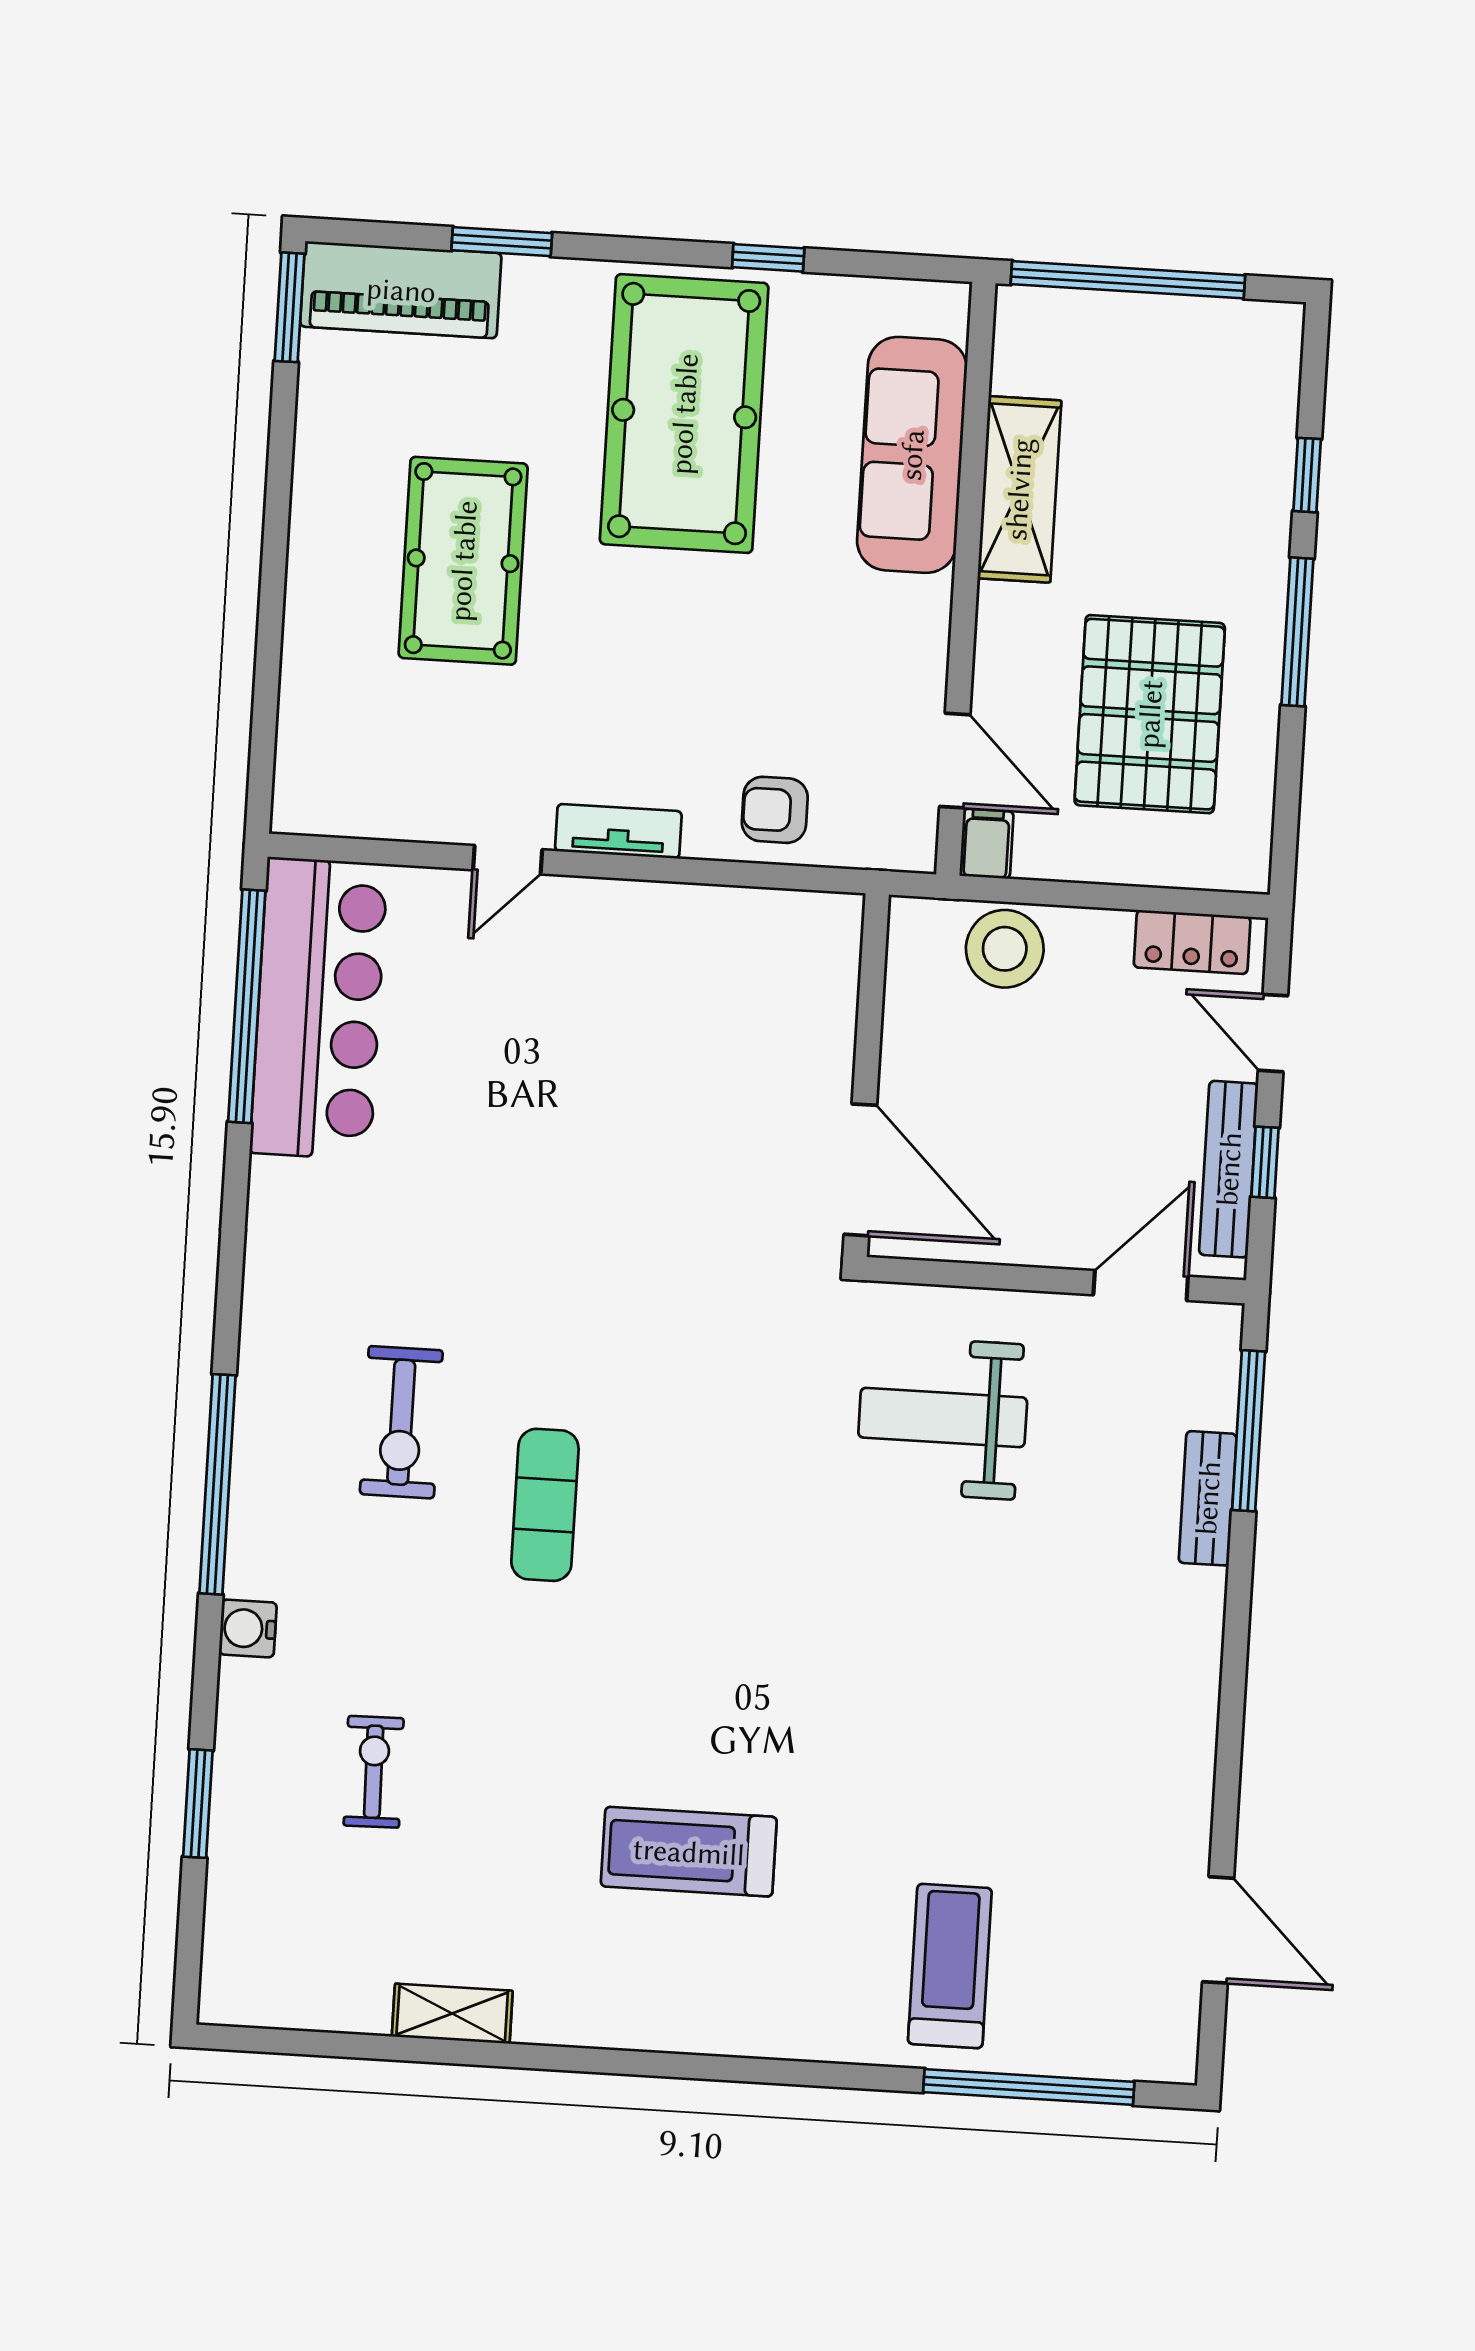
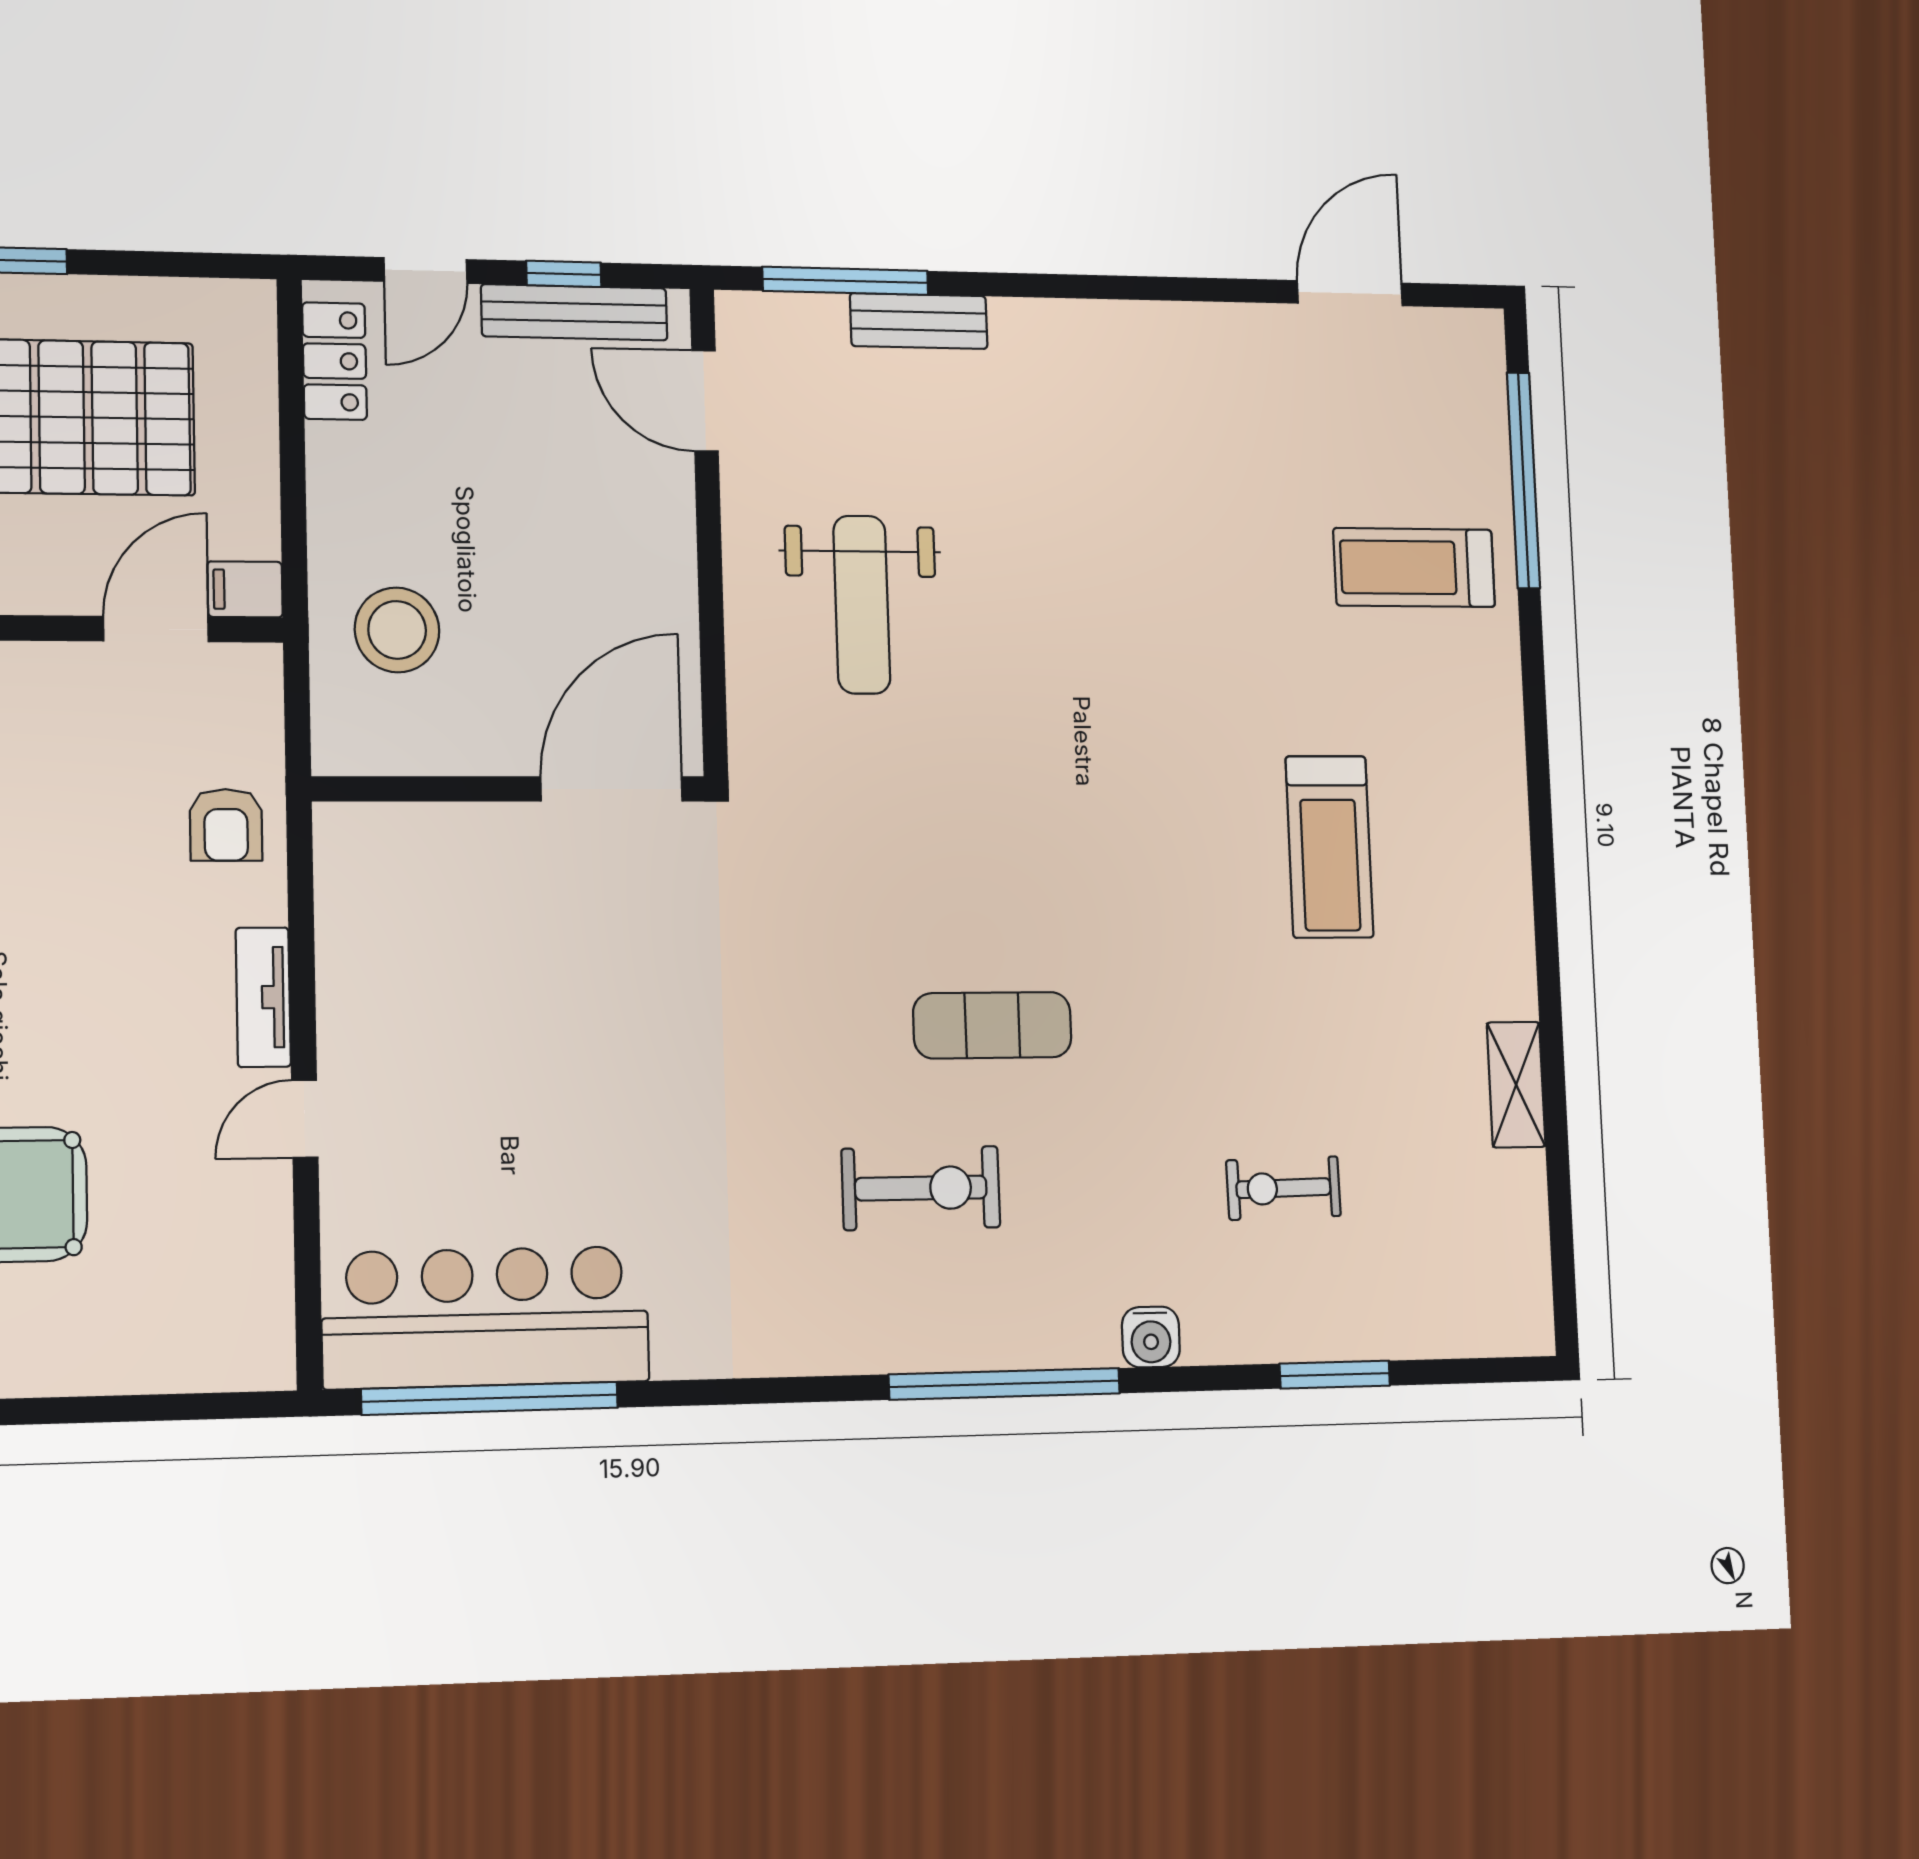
door: (508, 860) -> (305, 1119), swing flipped
stool: (1005, 949) -> (397, 630), moved
wall: (866, 1075) -> (509, 789), moved
door: (860, 1170) -> (612, 789), moved

